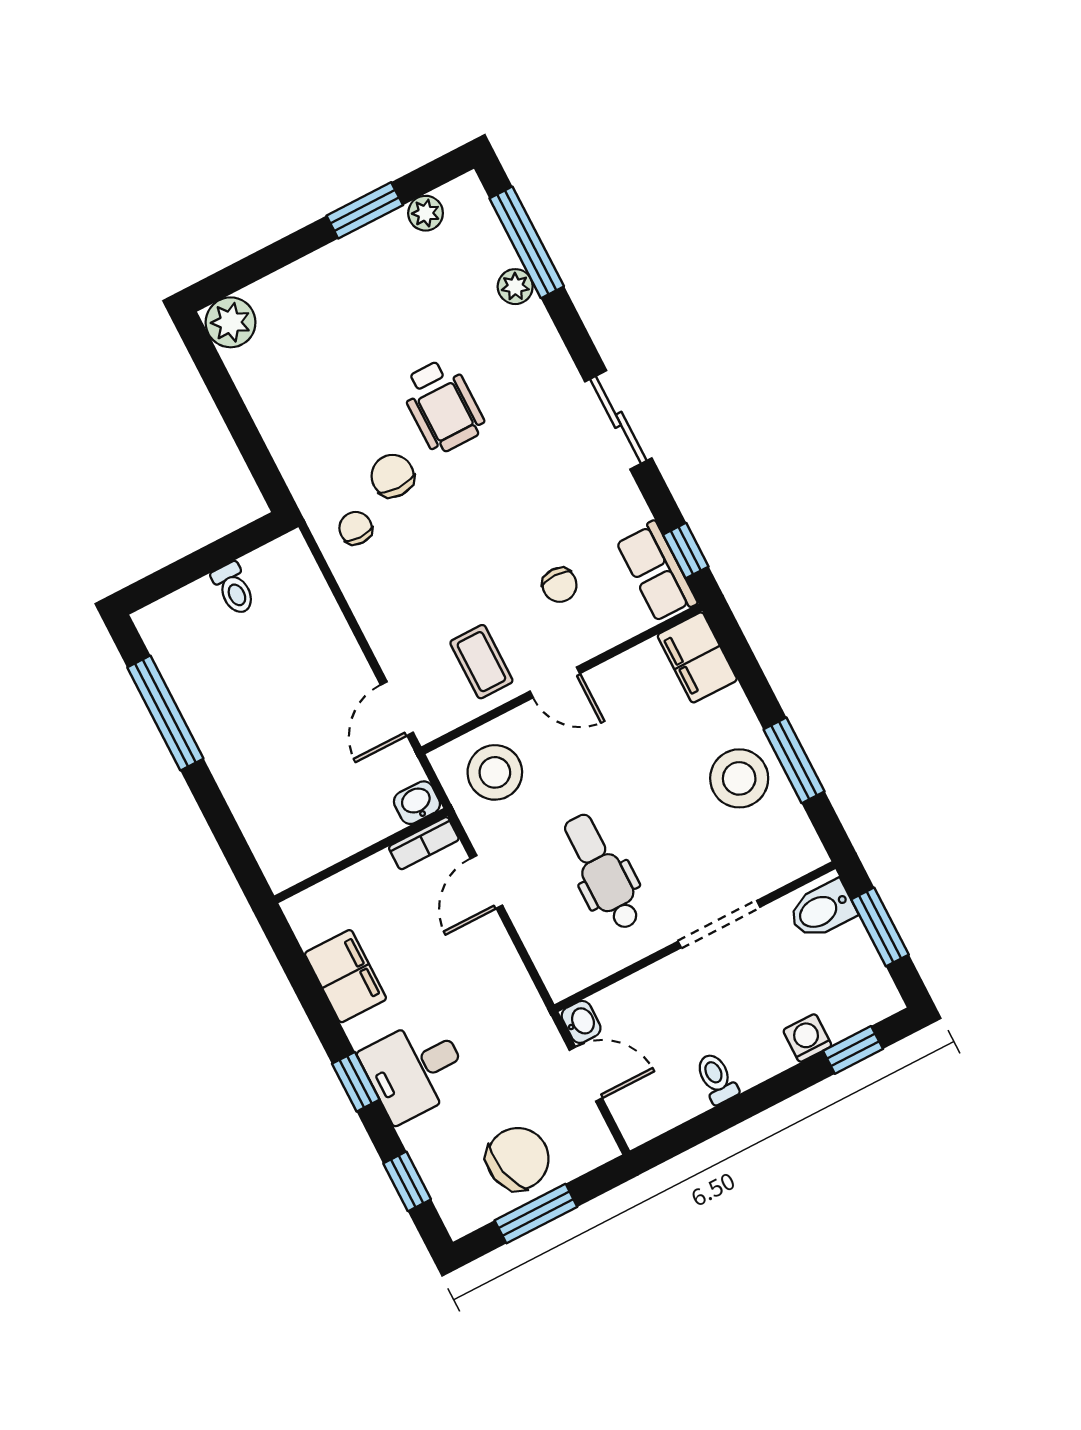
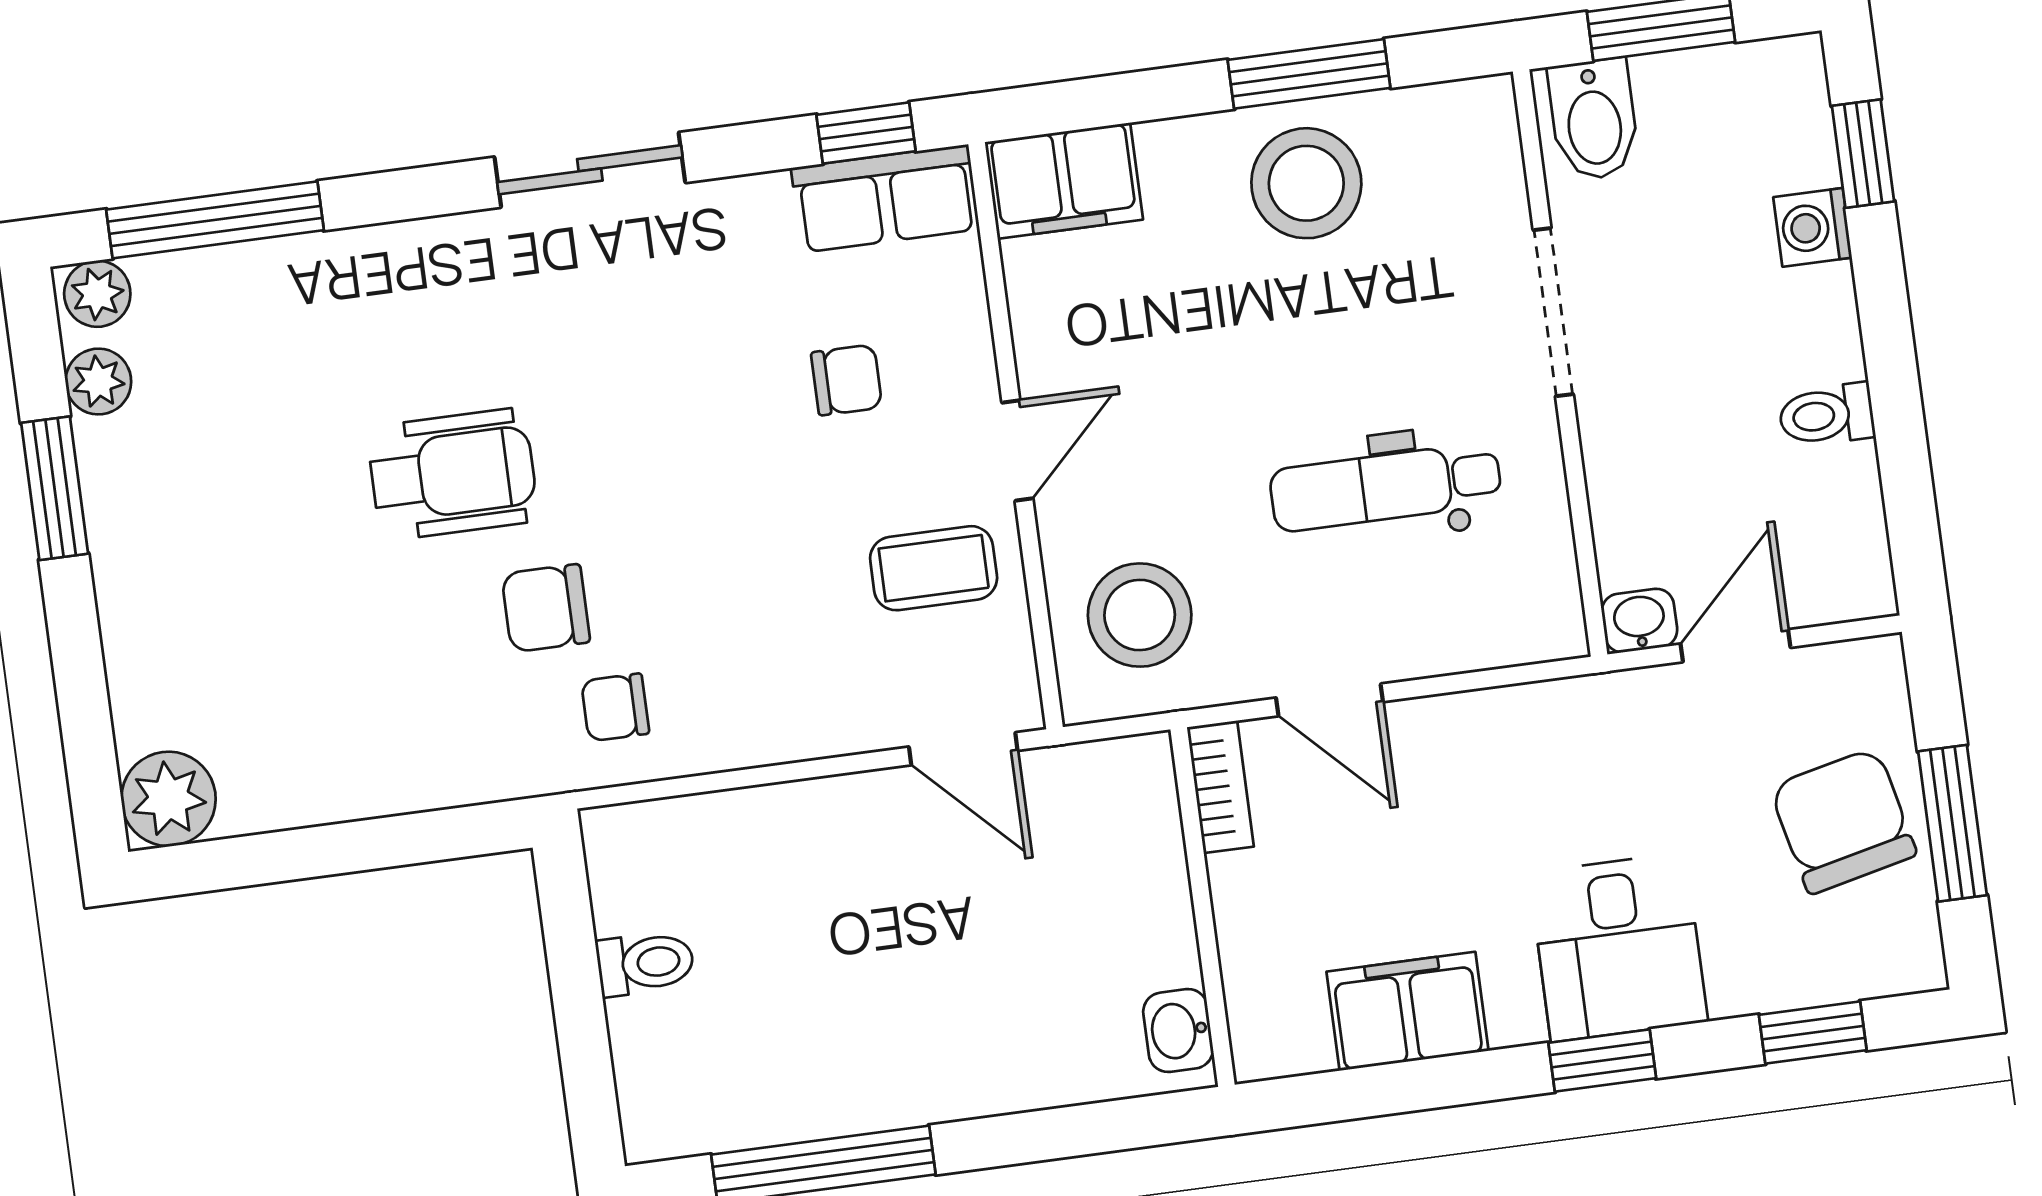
plant: (515, 287) -> (97, 294), moved
washbasin: (417, 803) -> (1178, 1031), moved

